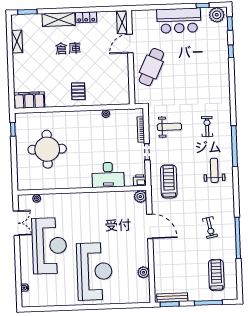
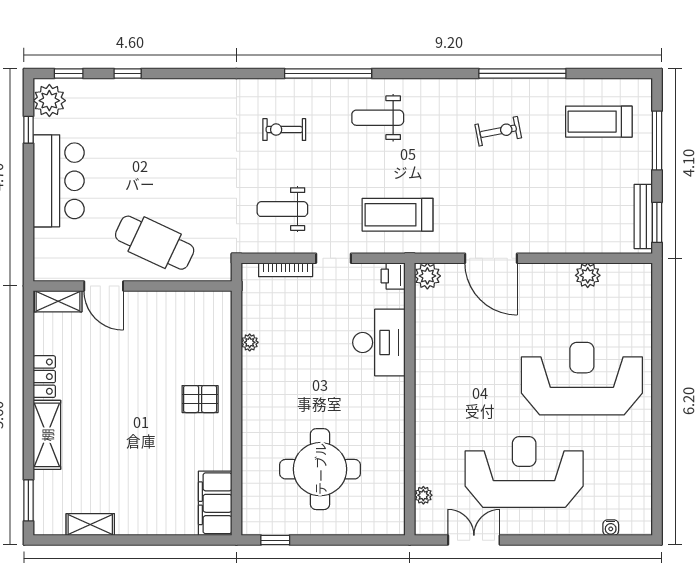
weight bench: (169, 127) -> (282, 209), turned -90
door: (150, 226) -> (491, 258), swing flipped

